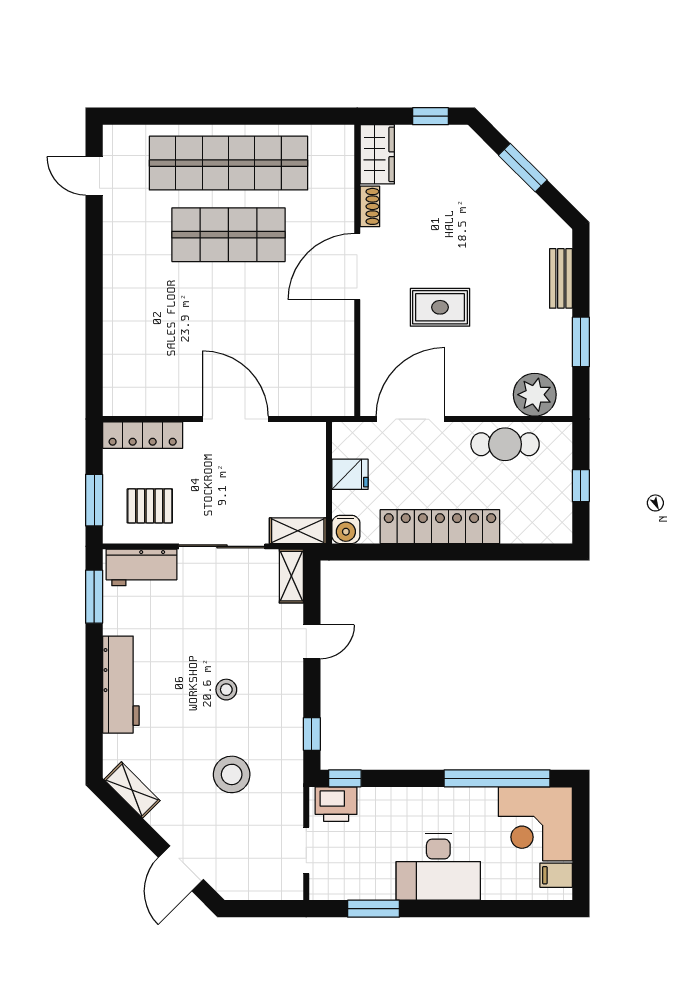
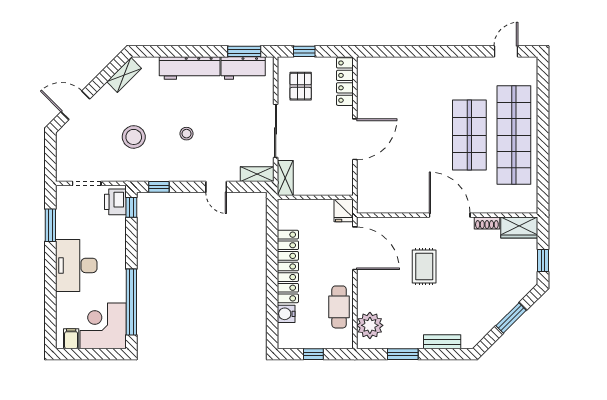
fridge: (350, 474) -> (344, 210), moved
window: (94, 500) -> (304, 51), width x0.67
water cooler: (346, 529) -> (286, 314), moved
workbench: (142, 567) -> (243, 68), moved, turned -90

